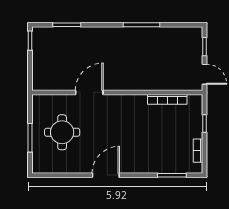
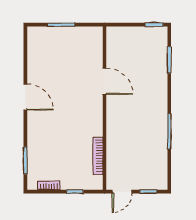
round table: (62, 132) -> (66, 55), removed

